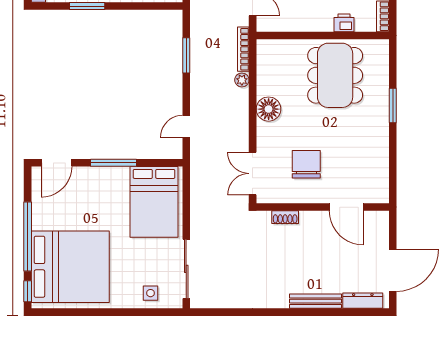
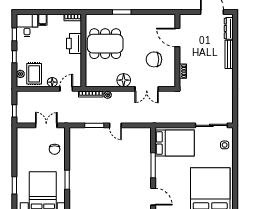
printer: (344, 23) -> (74, 44), width x1.87, depth x1.48
door: (186, 127) -> (115, 125), moved
double door: (253, 174) -> (147, 89), moved
door: (346, 207) -> (177, 38), swing flipped

